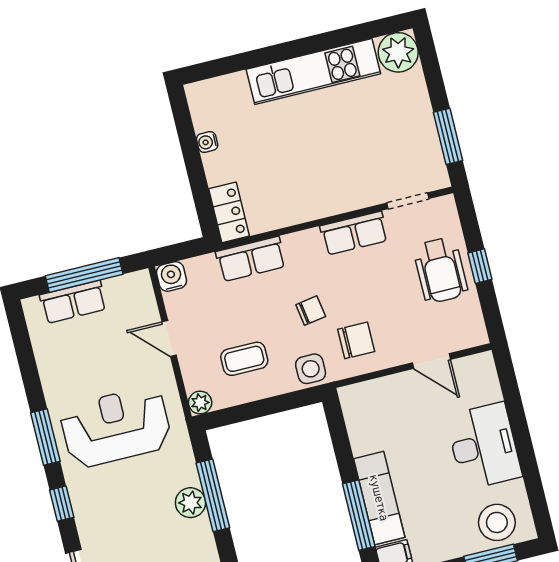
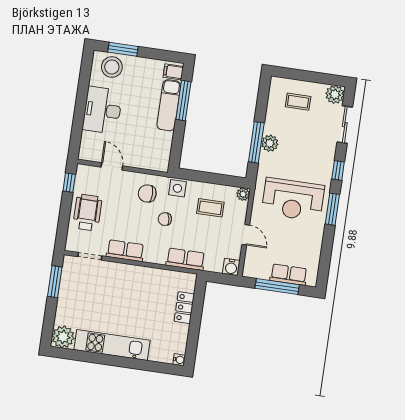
water cooler: (207, 142) -> (179, 360), moved
locker: (229, 212) -> (184, 308), moved
window: (480, 266) -> (69, 183), moved

